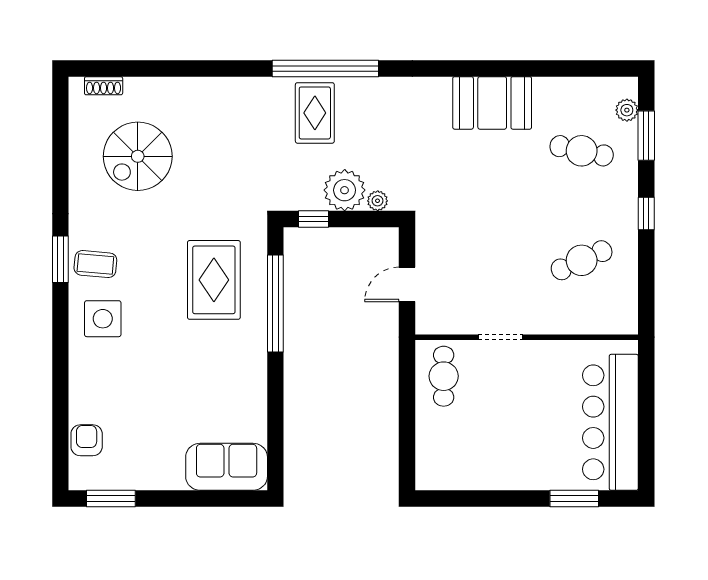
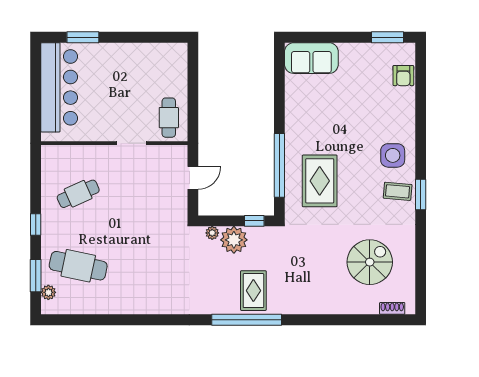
booth: (492, 103) -> (137, 297), removed
cafe table: (582, 151) -> (78, 266), width x1.37, depth x1.35

